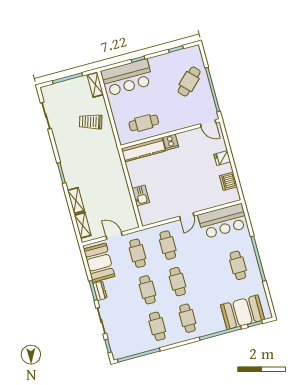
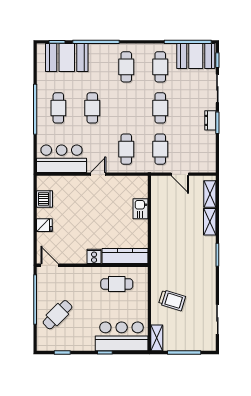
booth: (99, 263) -> (196, 56), moved, turned 90
cafe table: (178, 282) -> (92, 108), moved

